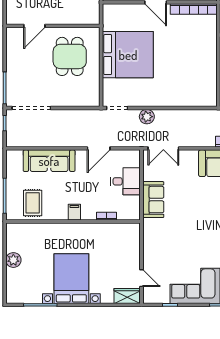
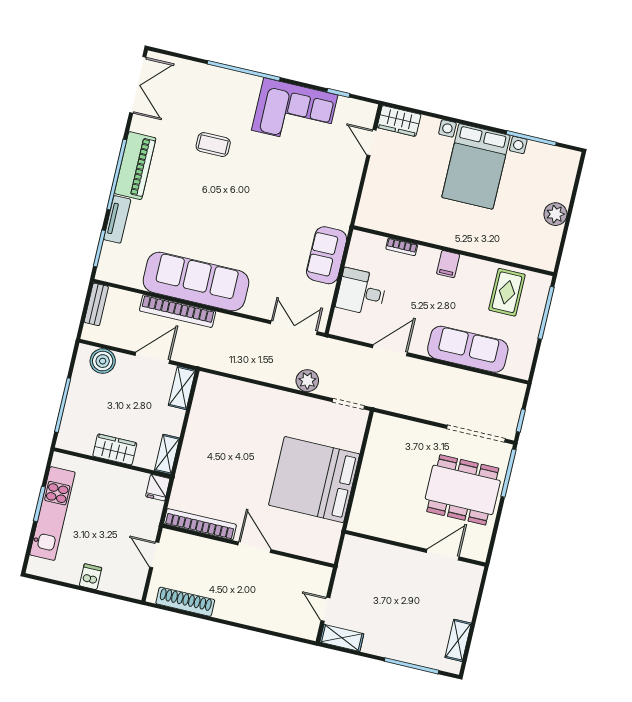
dining table: (70, 56) -> (463, 490), moved, width x1.38

